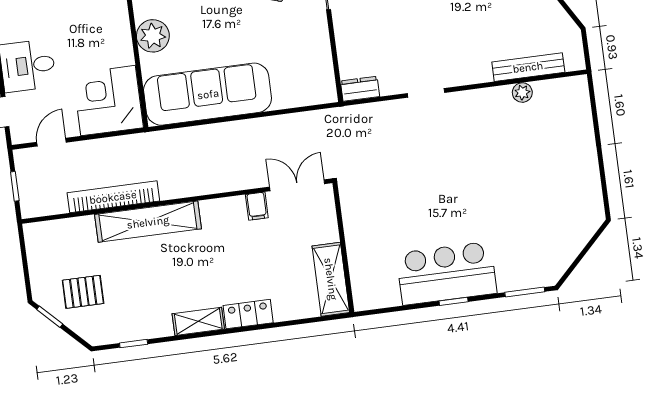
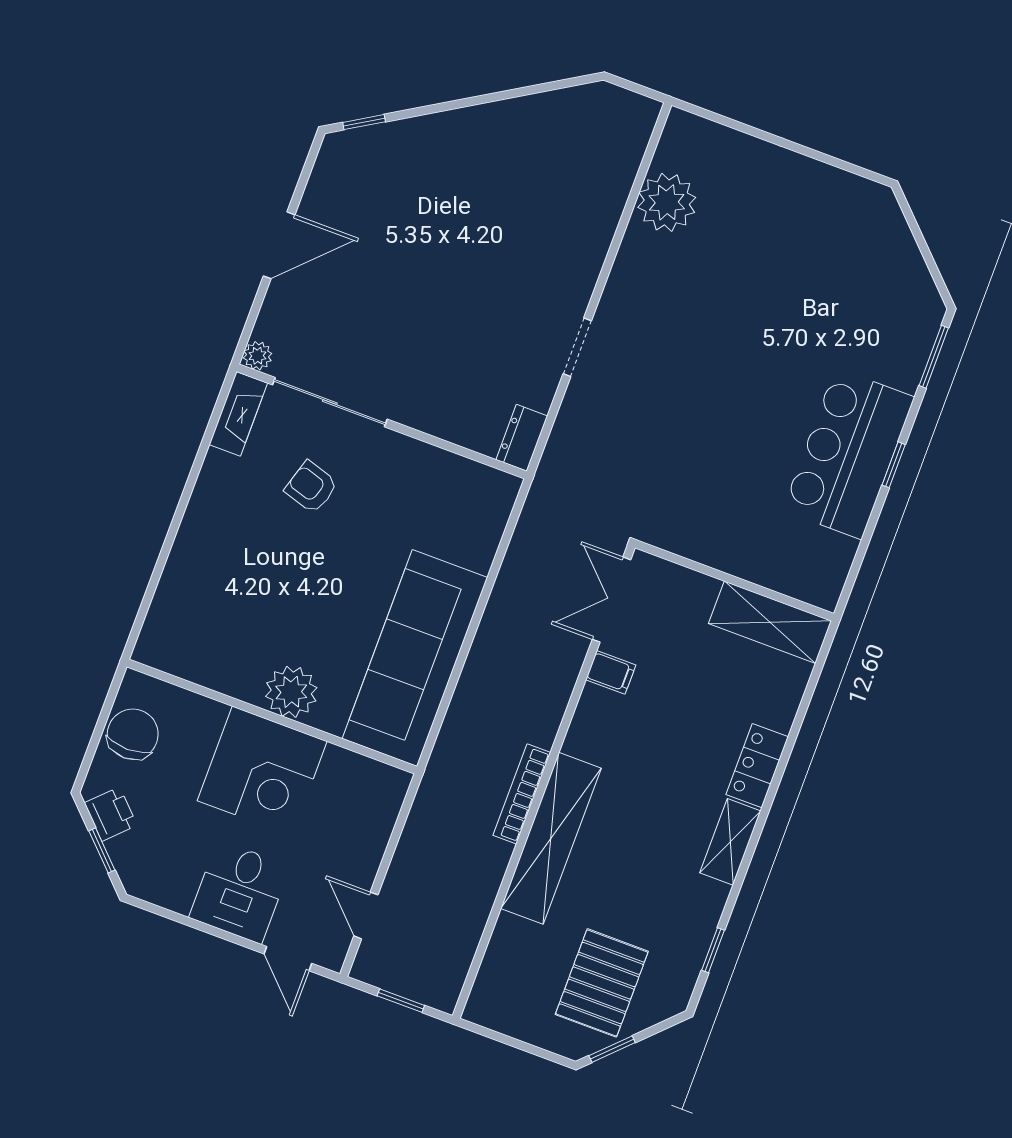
bench: (528, 67) -> (617, 183), removed
plant: (522, 93) -> (667, 202), width x1.87, depth x1.87
corner desk: (108, 101) -> (262, 771), moved, turned -90
bookcase: (113, 197) -> (522, 794), moved, width x0.68, depth x0.76
pallet: (83, 292) -> (602, 983), width x1.50, depth x1.42

